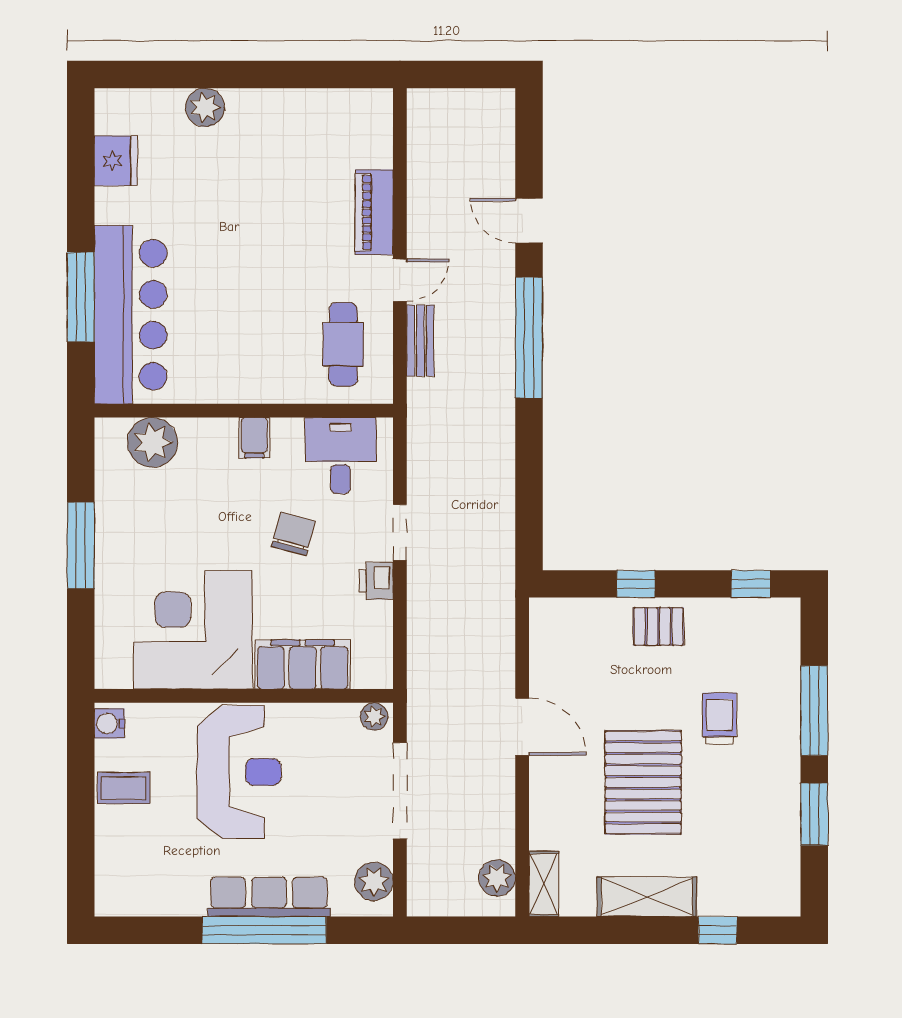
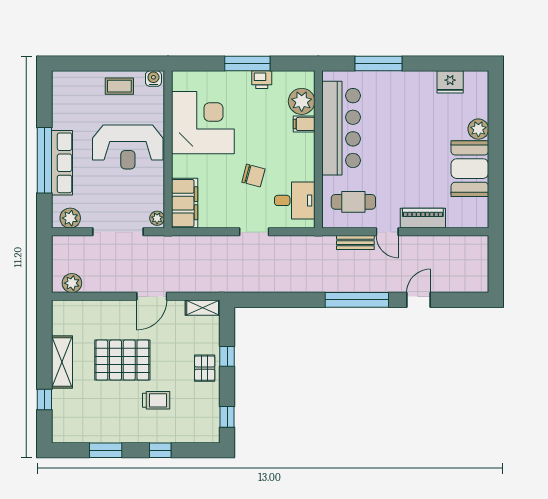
booth: (280, 124) -> (470, 169), added
bar counter: (131, 315) -> (341, 128), moved, turned -90
filing cabinet: (254, 438) -> (304, 124), moved
printer: (376, 581) -> (262, 80), moved, turned 180
filing cabinet: (303, 664) -> (185, 203), moved
window: (814, 711) -> (160, 450), width x0.46
coffee table: (124, 788) -> (119, 86), turned 90
shelving: (544, 884) -> (203, 308), moved

